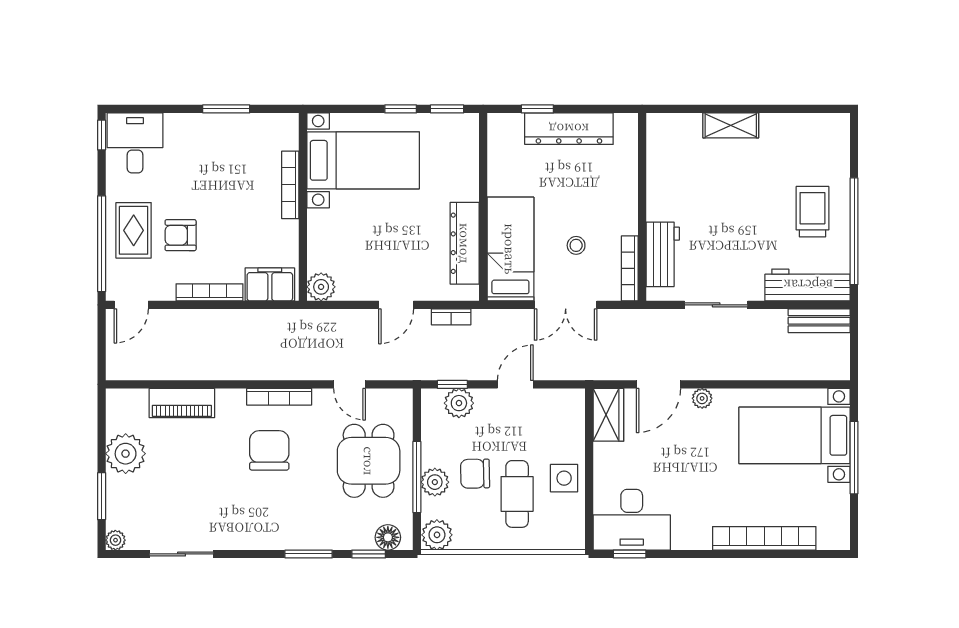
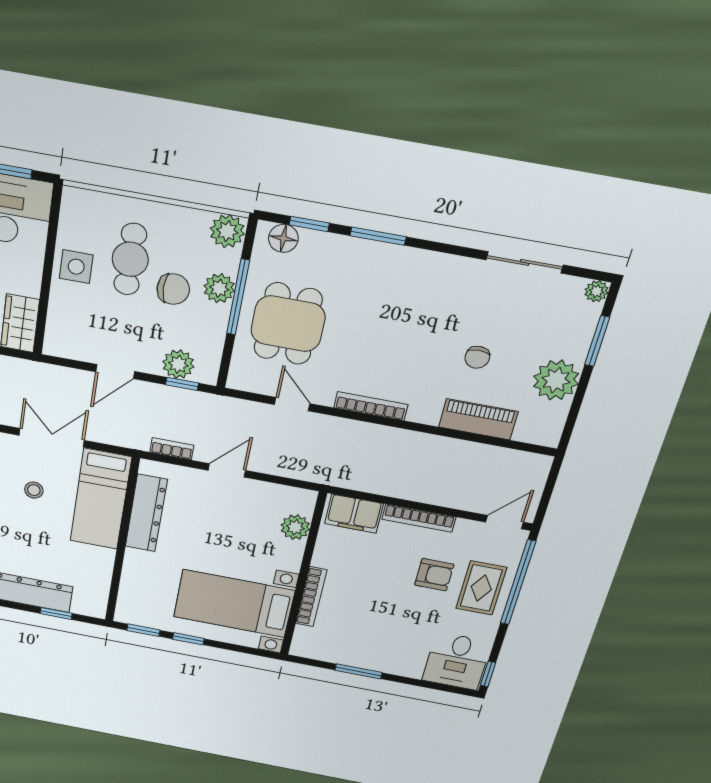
plant: (321, 287) -> (295, 527), moved
chair: (269, 450) -> (477, 357), moved, width x0.54, depth x0.54

